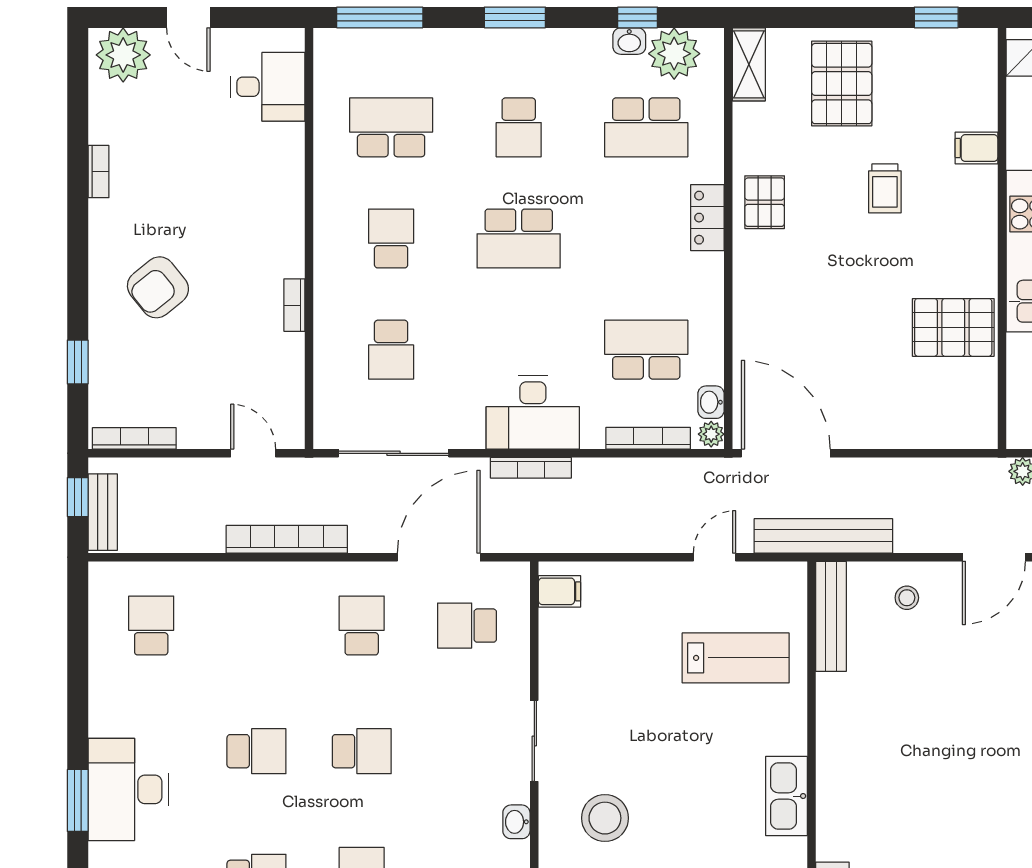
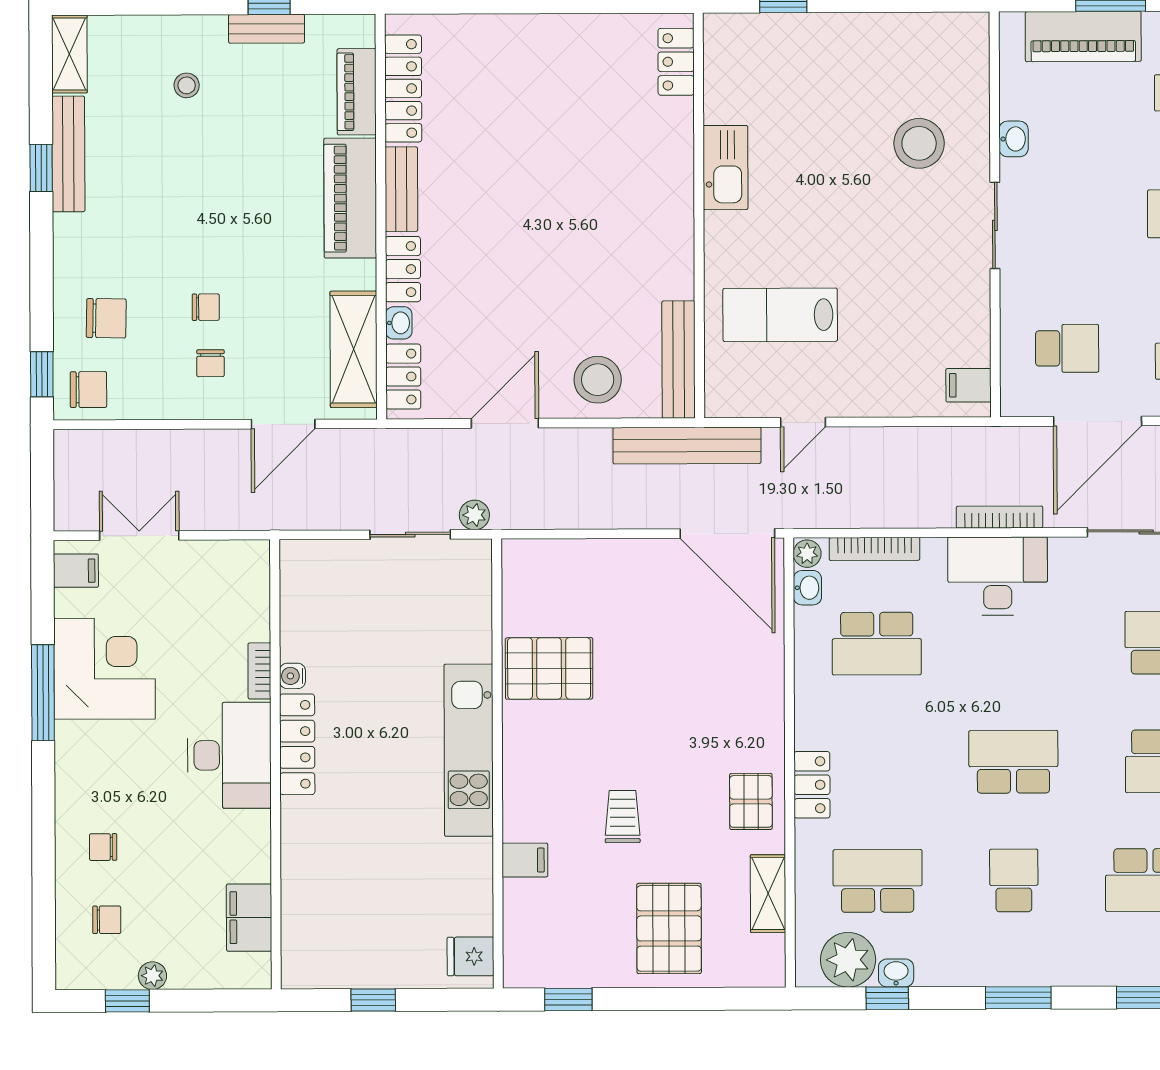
shelving: (749, 64) -> (768, 894), moved
stool: (907, 598) -> (598, 380), width x1.89, depth x1.89

